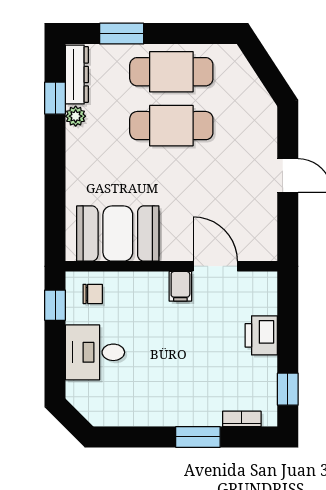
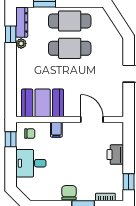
filing cabinet: (180, 286) -> (56, 130), moved
chair: (170, 410) -> (69, 193), added

